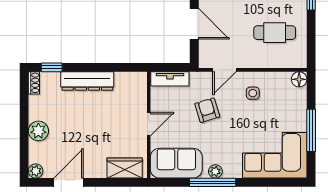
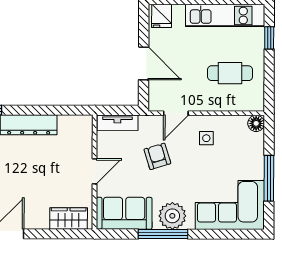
plant: (215, 171) -> (172, 216), width x1.88, depth x1.88

